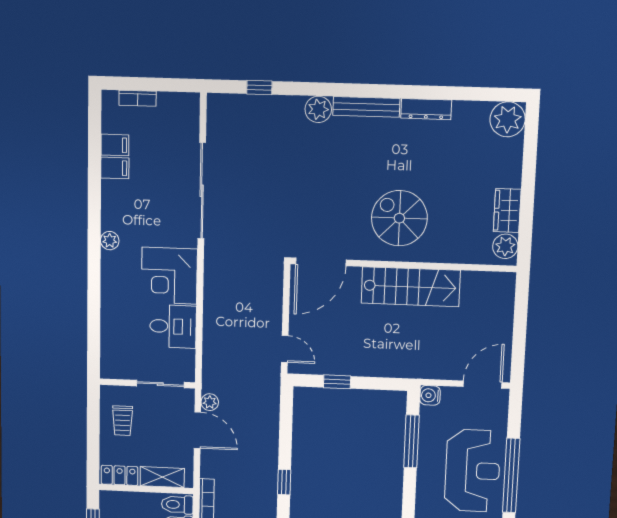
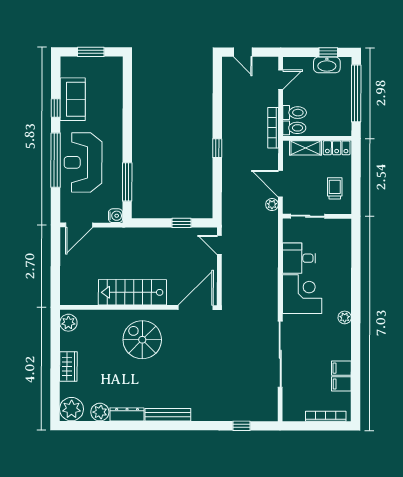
bookcase: (138, 98) -> (326, 416), width x1.56
plant: (318, 109) -> (100, 412), moved
wardrobe: (507, 211) -> (68, 366), moved
spiral stairs: (399, 218) -> (142, 340), turned 180

